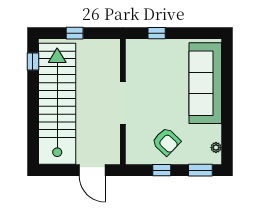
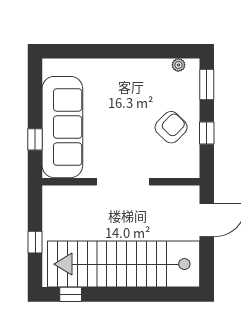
sofa: (205, 83) -> (62, 127), moved, turned -90

